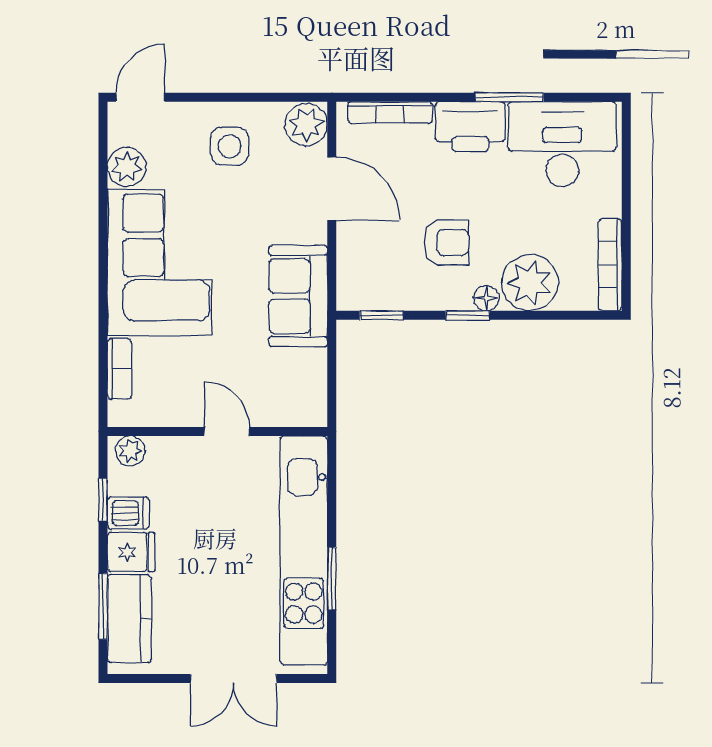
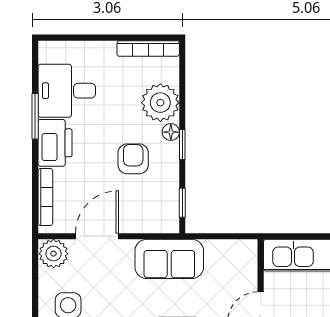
desk: (562, 144) -> (67, 91), width x0.73

